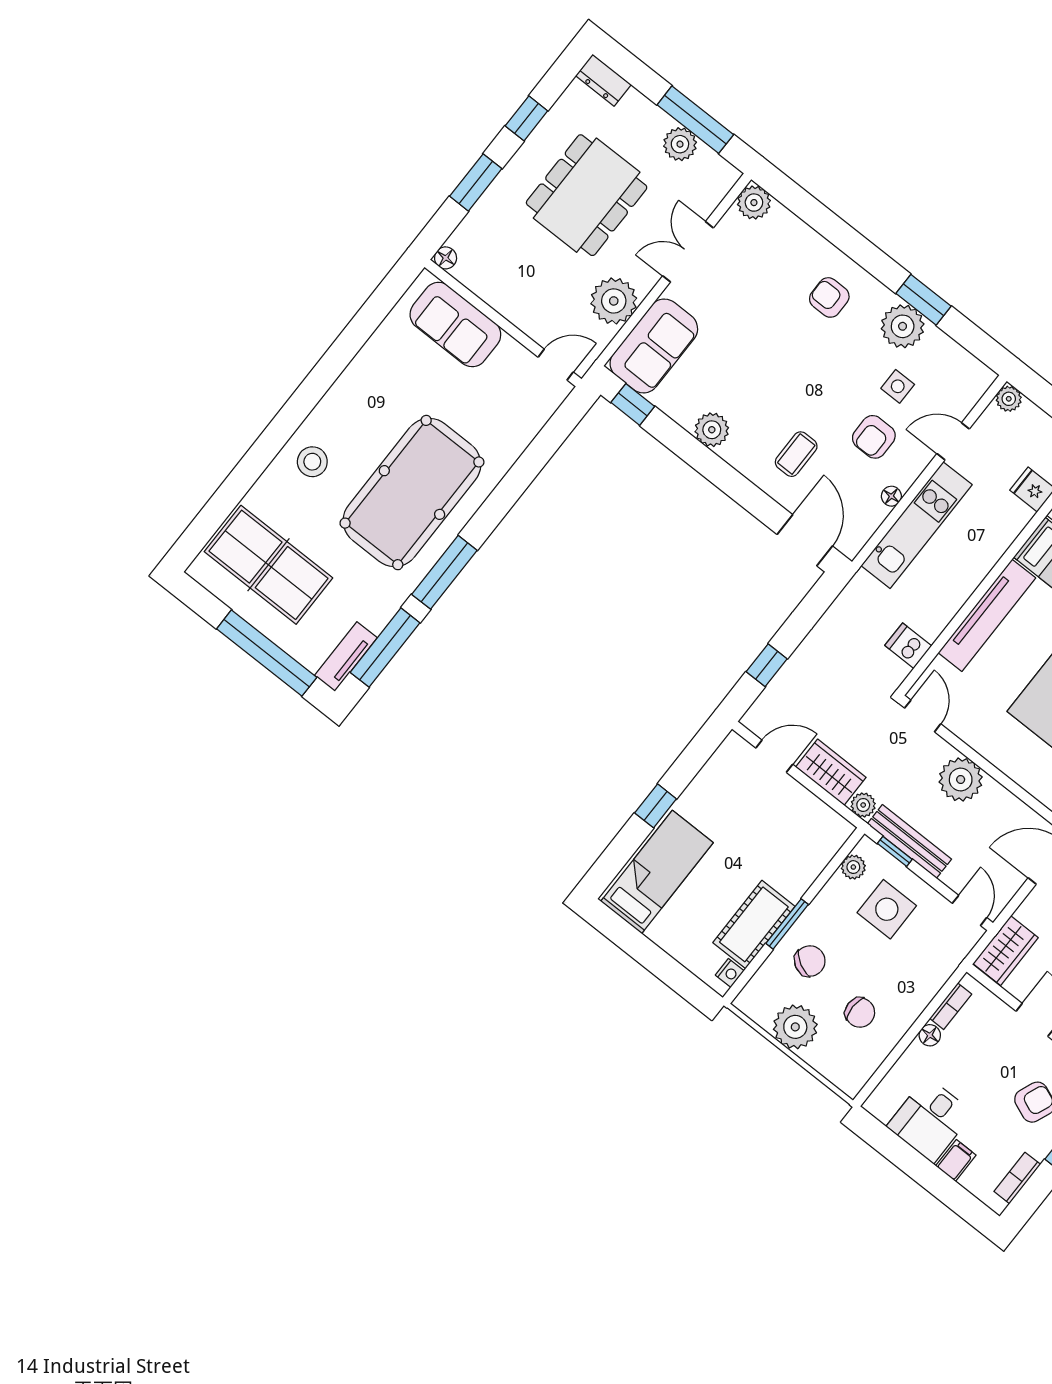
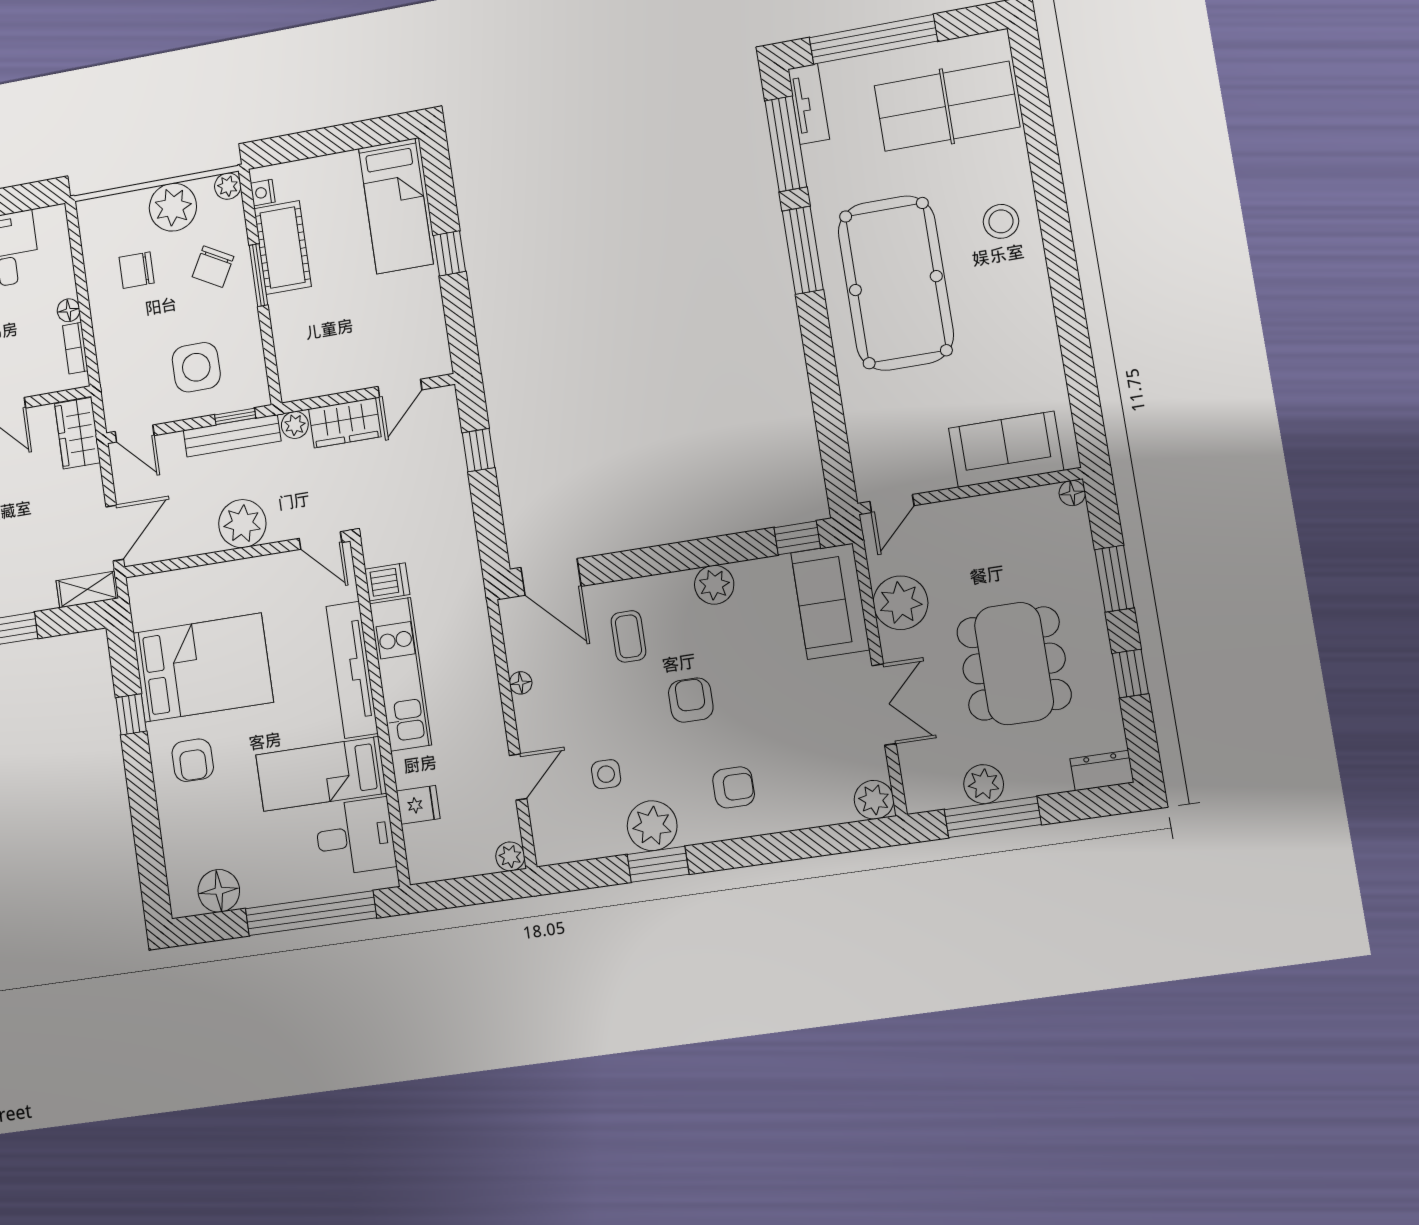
armchair: (874, 437) -> (691, 700), moved
kitchen unit: (917, 525) -> (401, 674), moved, turned 180
plant: (853, 867) -> (228, 186), moved

